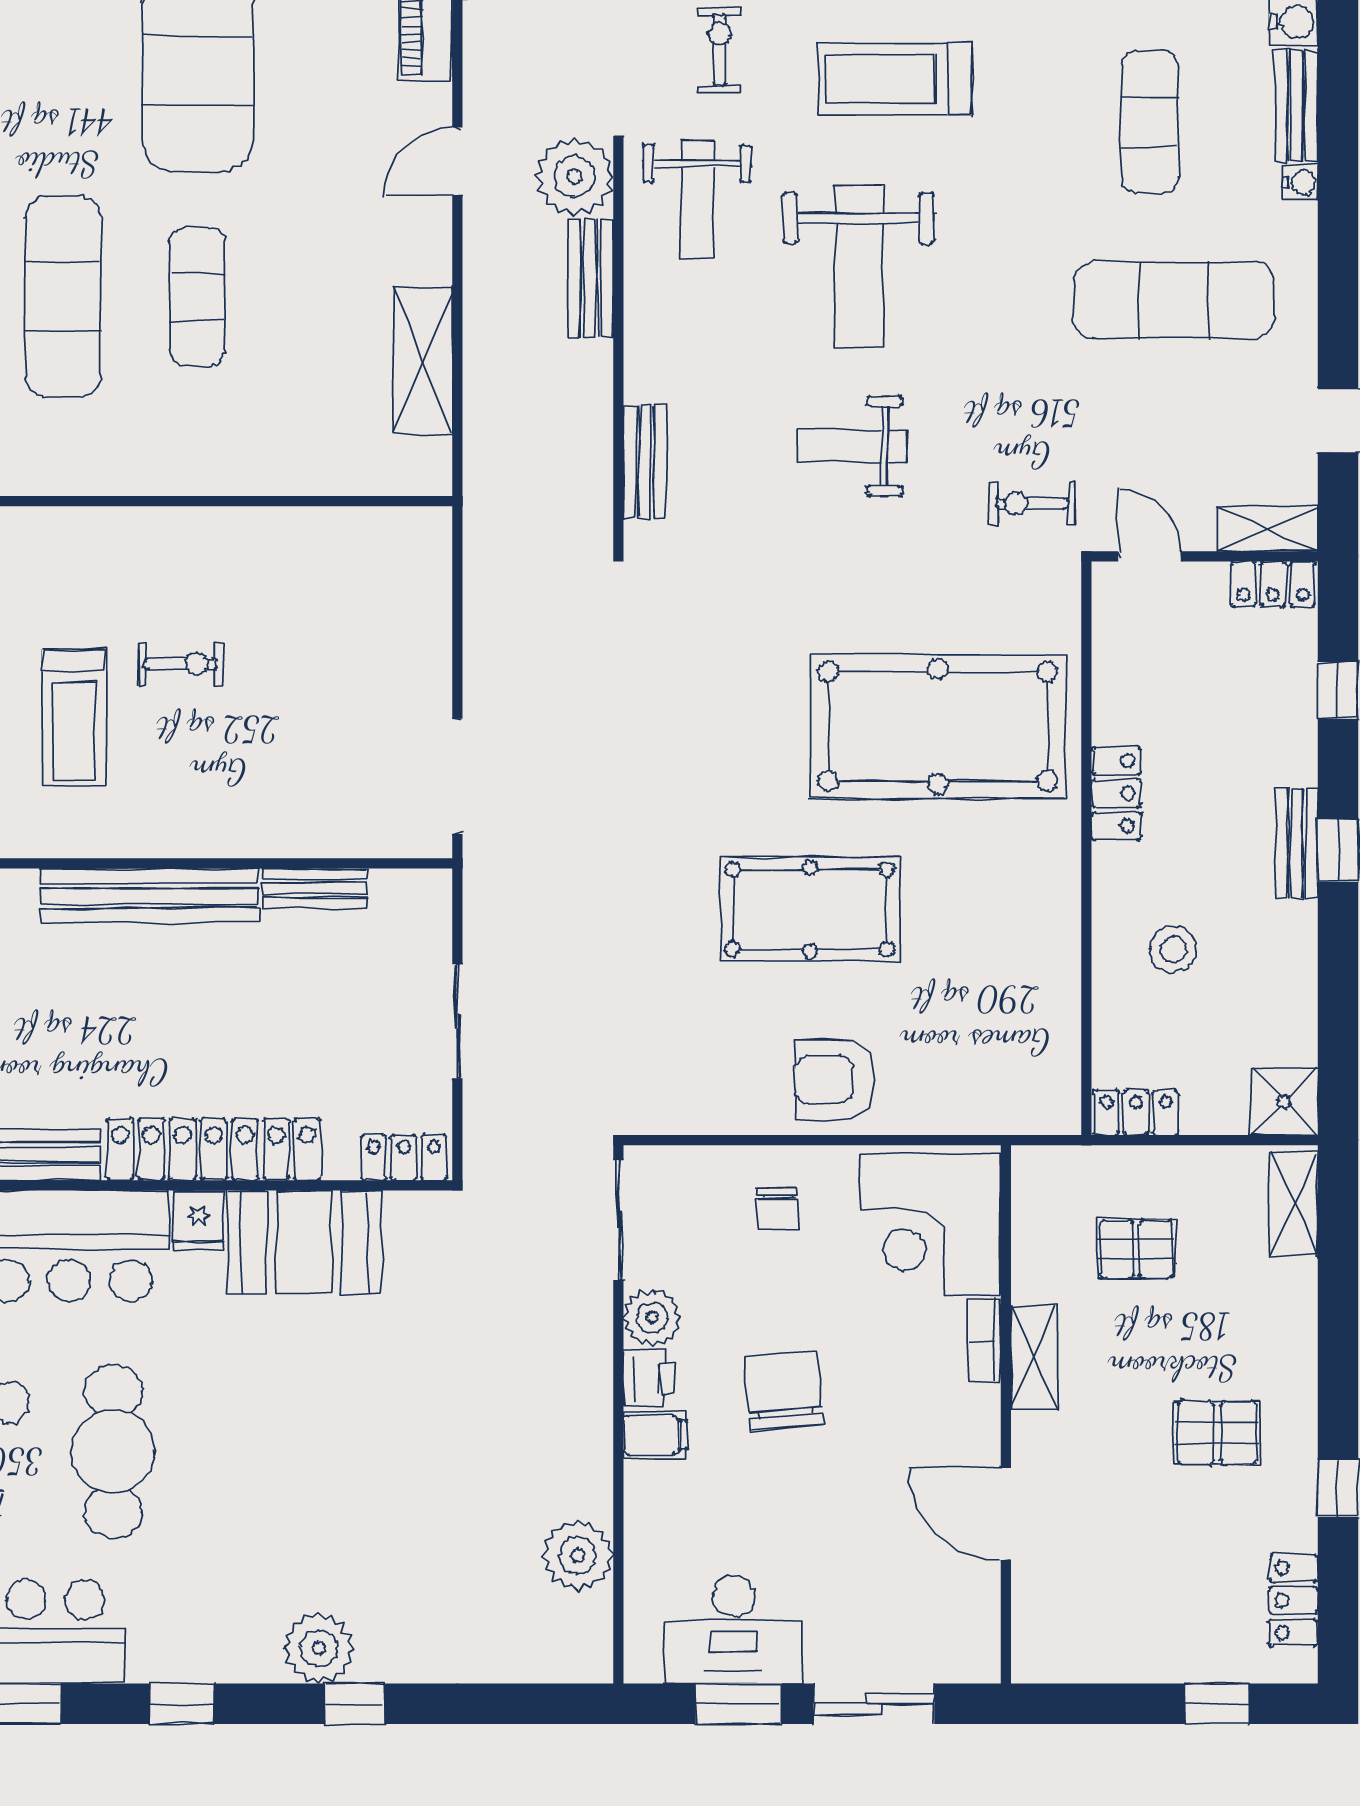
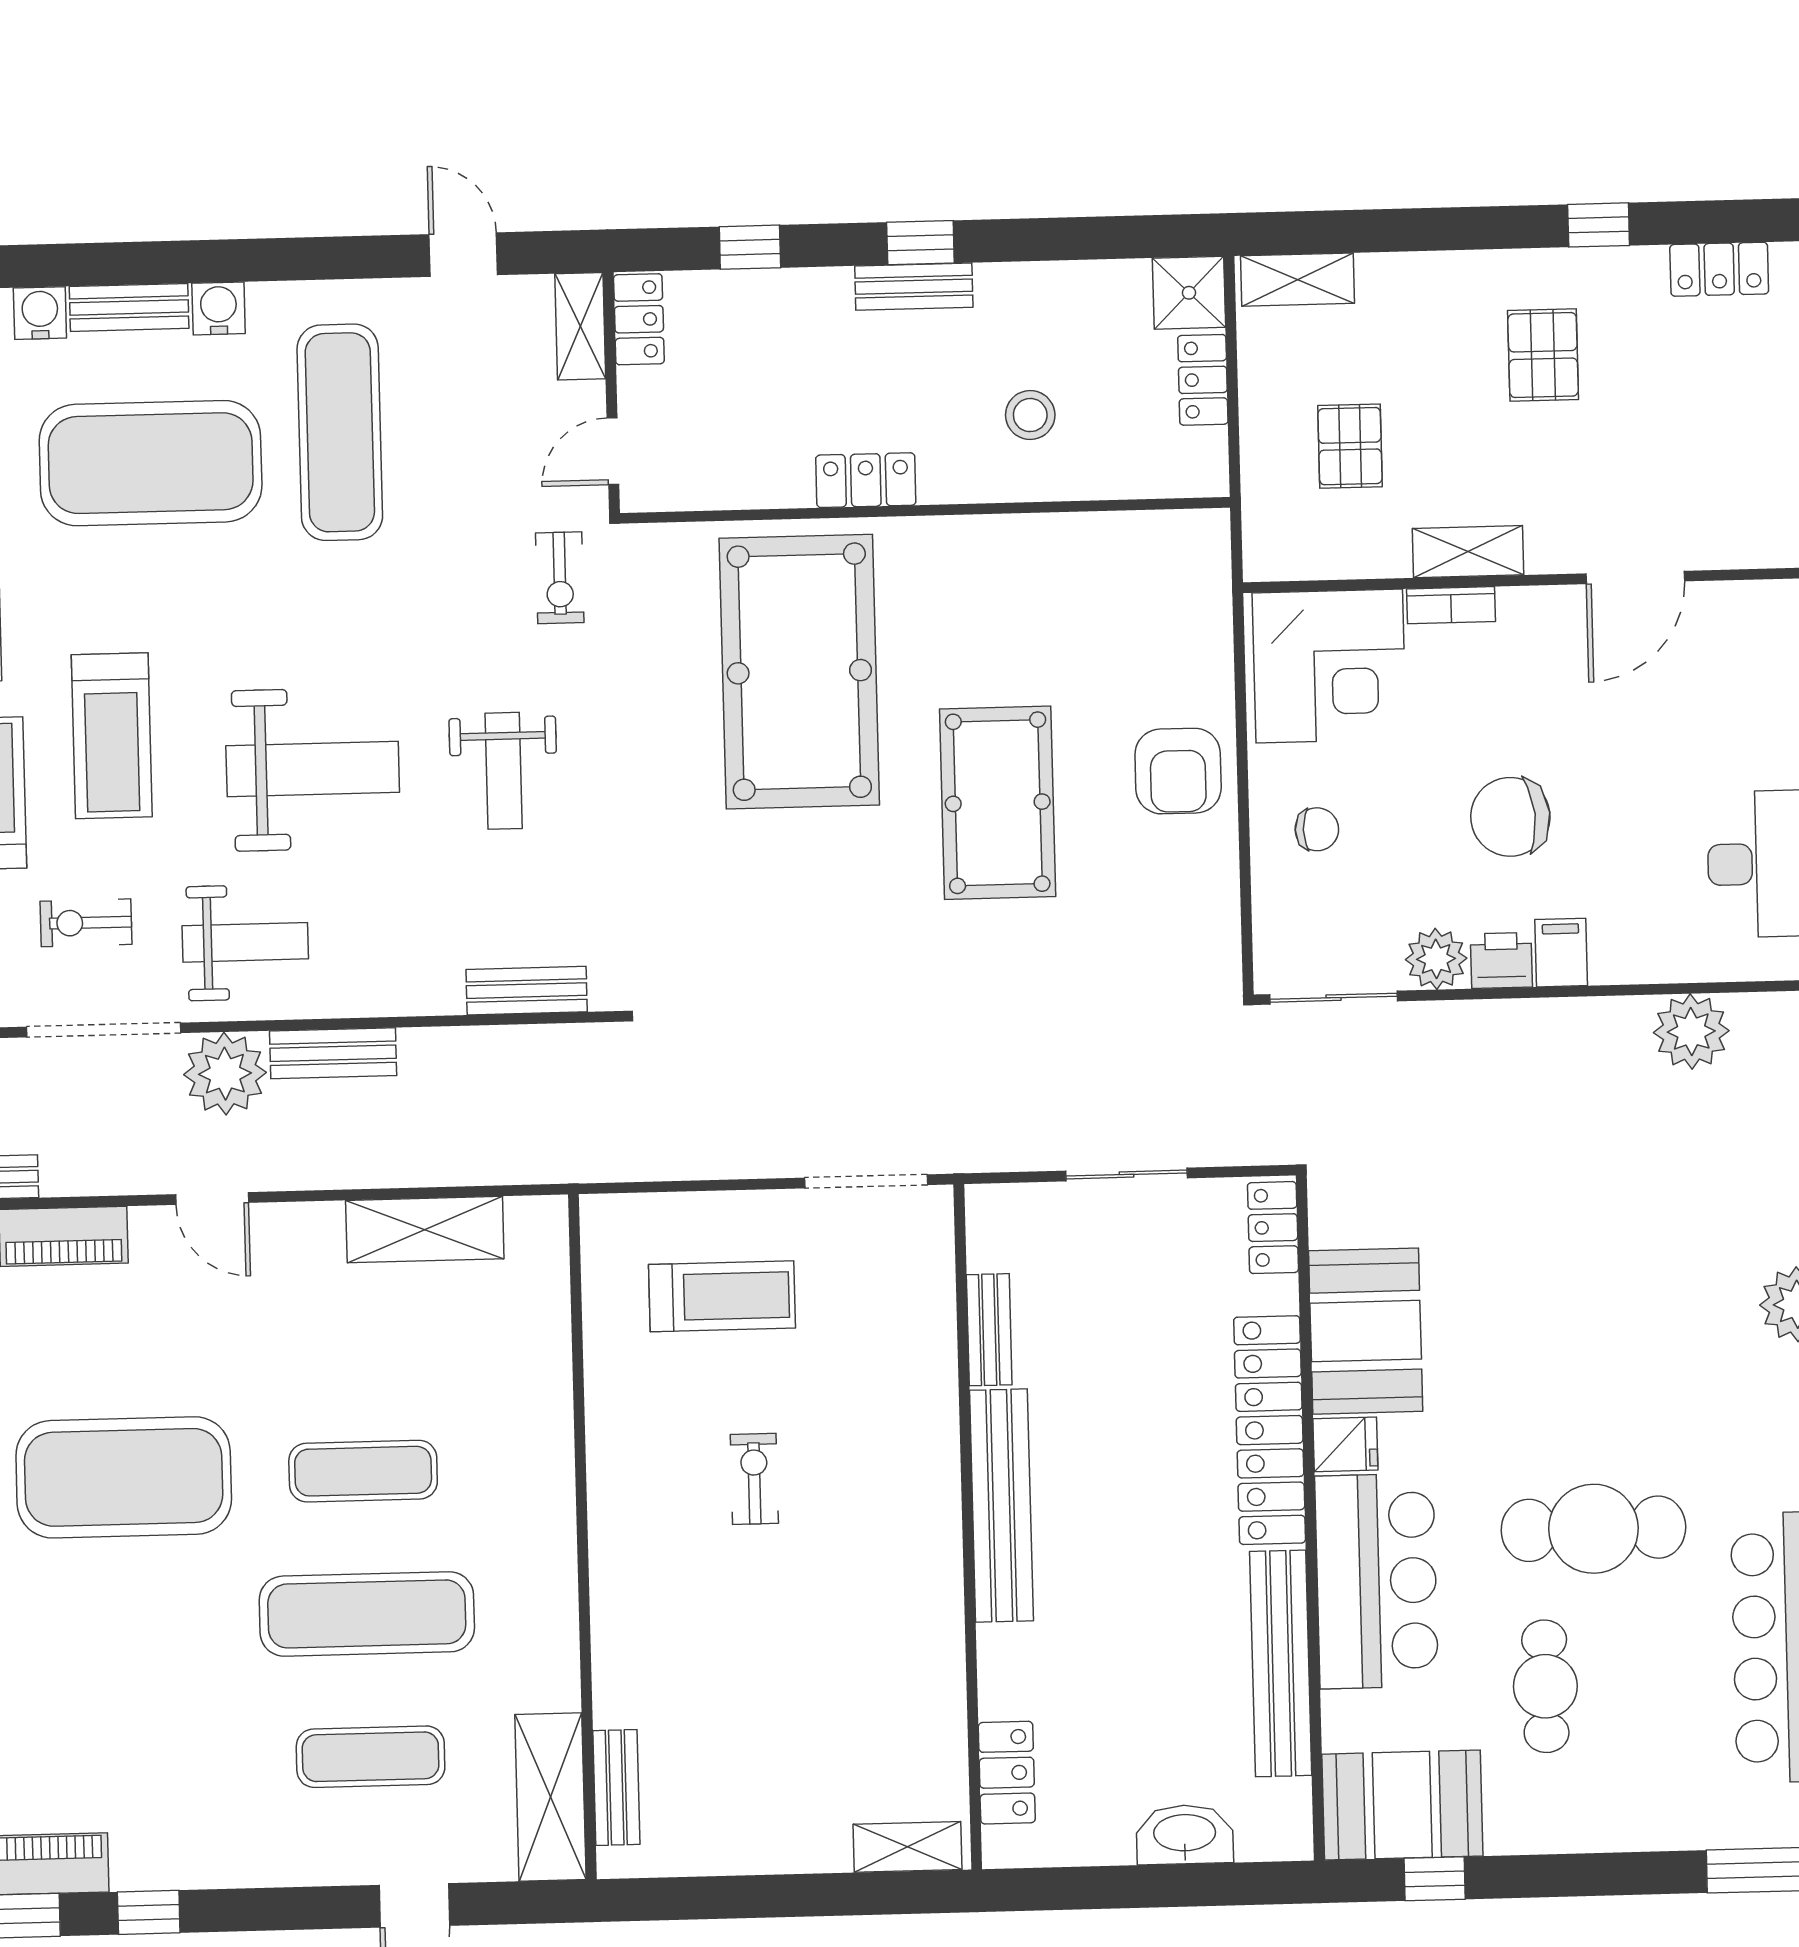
exercise mat: (1150, 122) -> (151, 463), width x2.00, depth x1.45
water cooler: (1300, 183) -> (219, 308), width x1.38, depth x1.38
treadmill: (74, 718) -> (722, 1296), moved
locker: (1136, 1113) -> (1203, 380), moved

